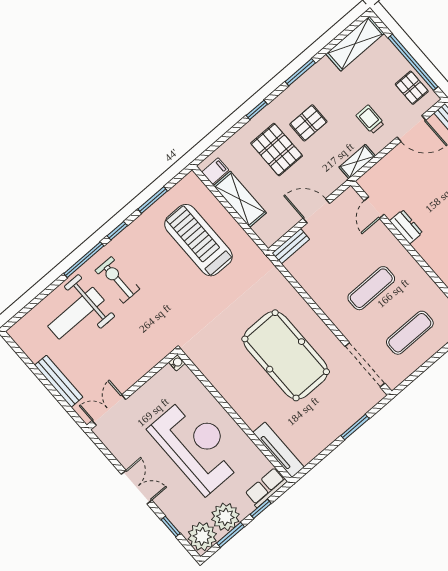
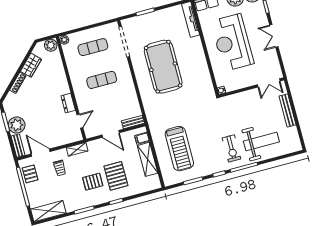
filing cabinet: (215, 171) -> (142, 138), moved

